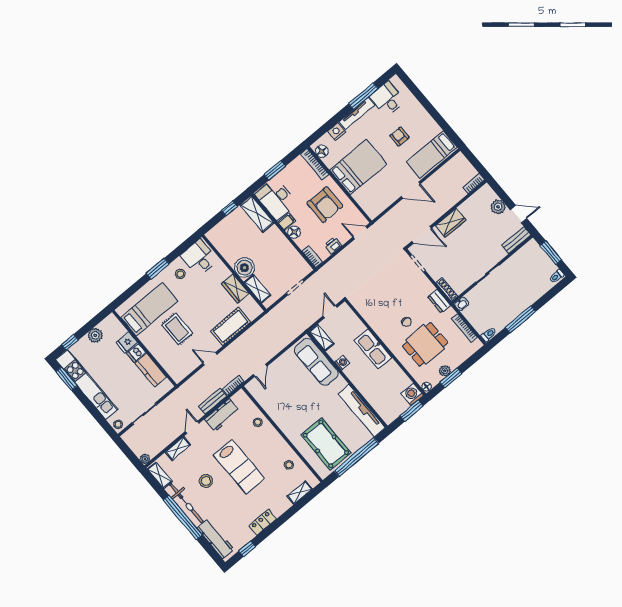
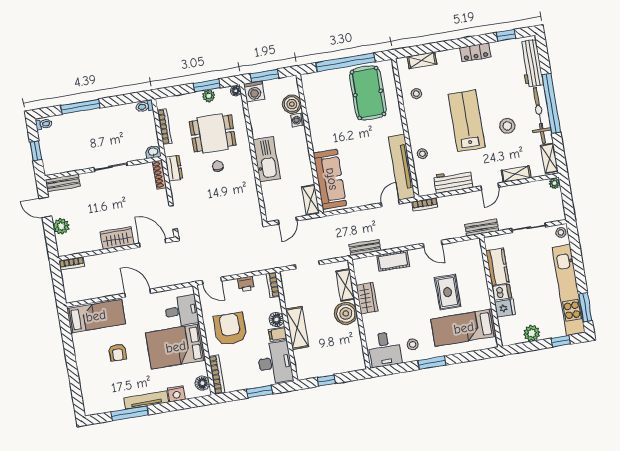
desk: (387, 99) -> (182, 311), moved, turned -90
shelving: (257, 214) -> (297, 328), moved
window: (551, 253) -> (36, 151), width x0.67
window: (520, 319) -> (80, 107), moved
cot: (231, 326) -> (393, 261), width x0.73, depth x0.75
bench: (259, 326) -> (365, 247), added
washing machine: (342, 363) -> (298, 120), moved
bench: (213, 401) -> (482, 228), moved
boiler: (378, 402) -> (292, 104), added
tv unit: (362, 411) -> (402, 167), moved, turned 180

